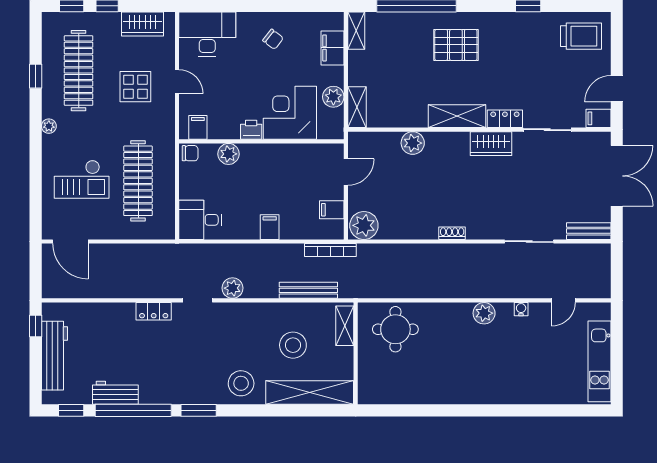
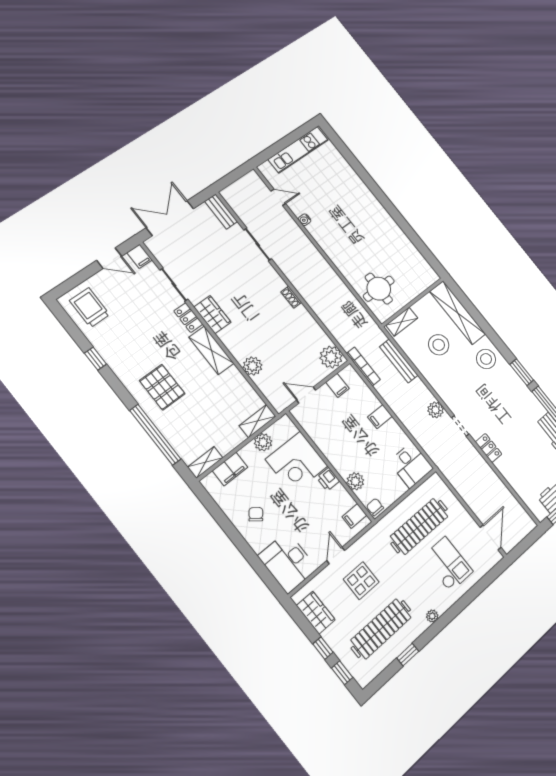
plant: (484, 313) -> (325, 241), removed

